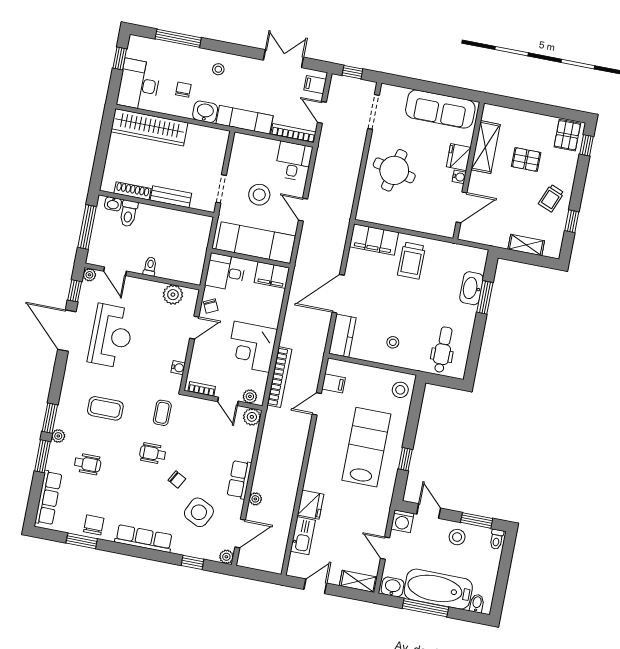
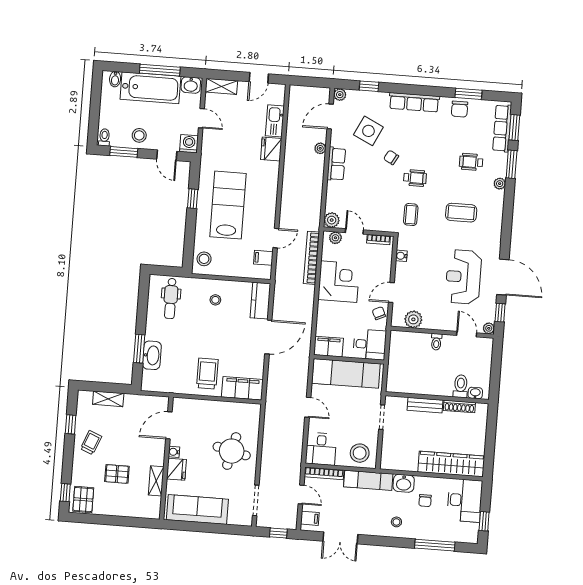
shelving: (485, 147) -> (156, 481), width x0.67, depth x0.75
stool: (259, 195) -> (360, 453), moved
window: (87, 227) -> (496, 370), removed
window: (50, 418) -> (514, 127), moved
lab bench: (366, 447) -> (228, 205), turned 180

